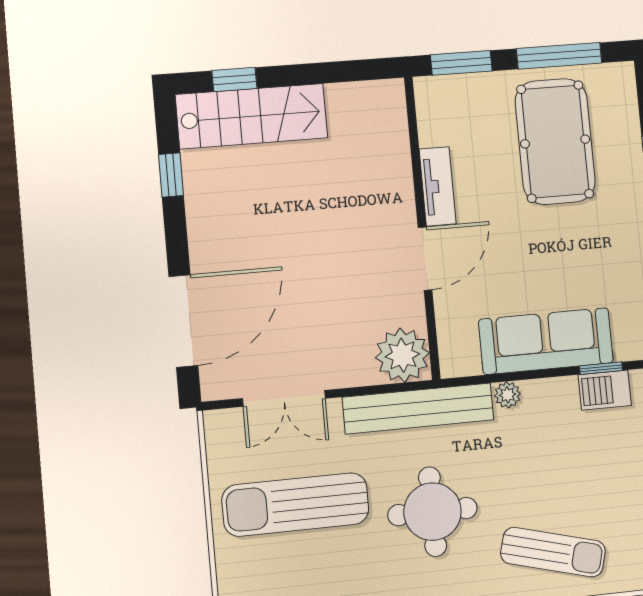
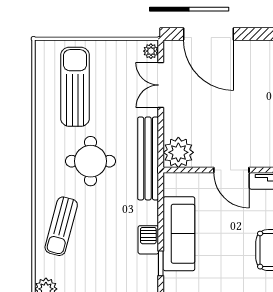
barbecue: (605, 390) -> (148, 240), moved
plant: (507, 395) -> (151, 51), moved
sun lounger: (296, 505) -> (75, 87), moved

